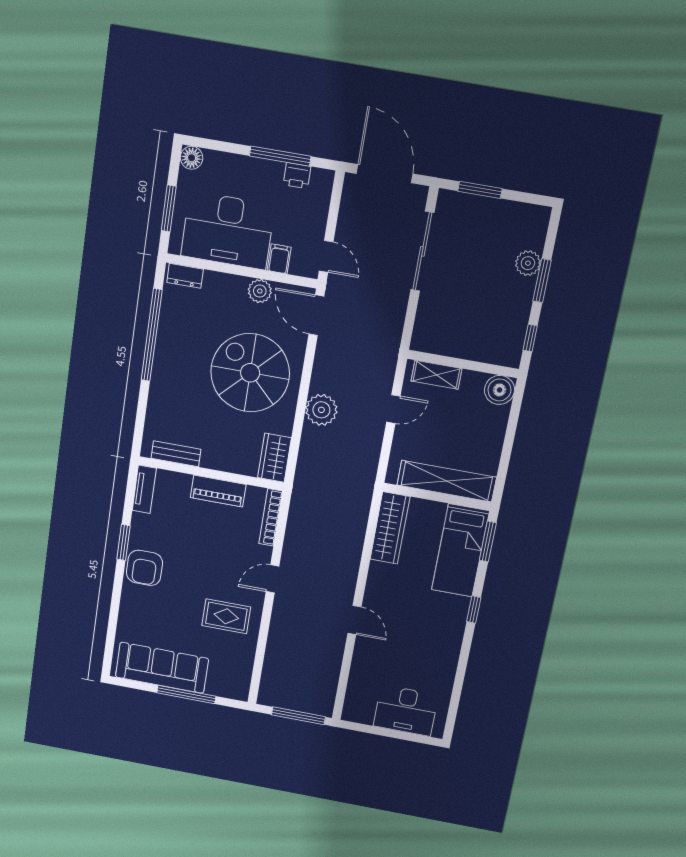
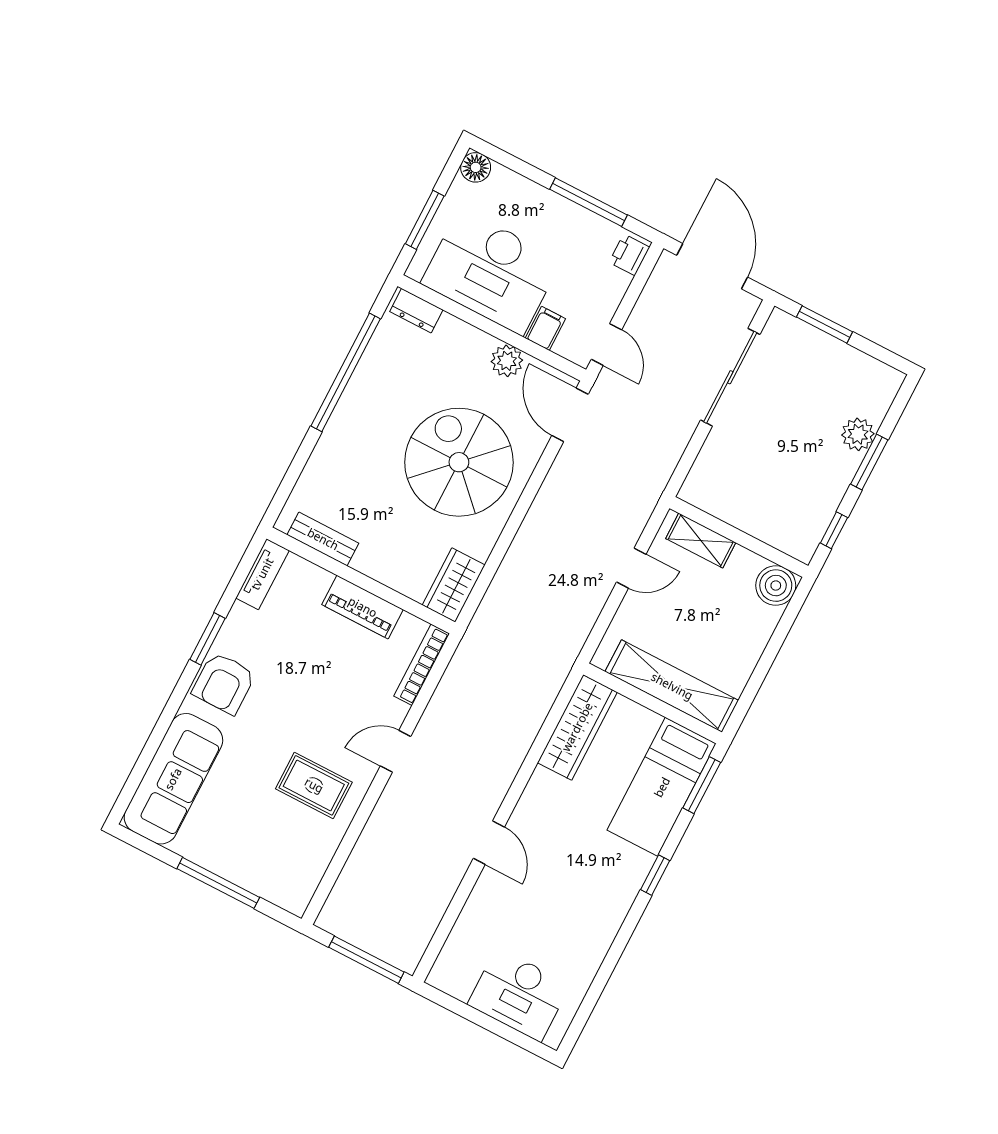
printer: (297, 176) -> (629, 255), moved, turned 90
plant: (321, 410) -> (537, 540), removed
sofa: (162, 668) -> (173, 779), moved, turned 90

